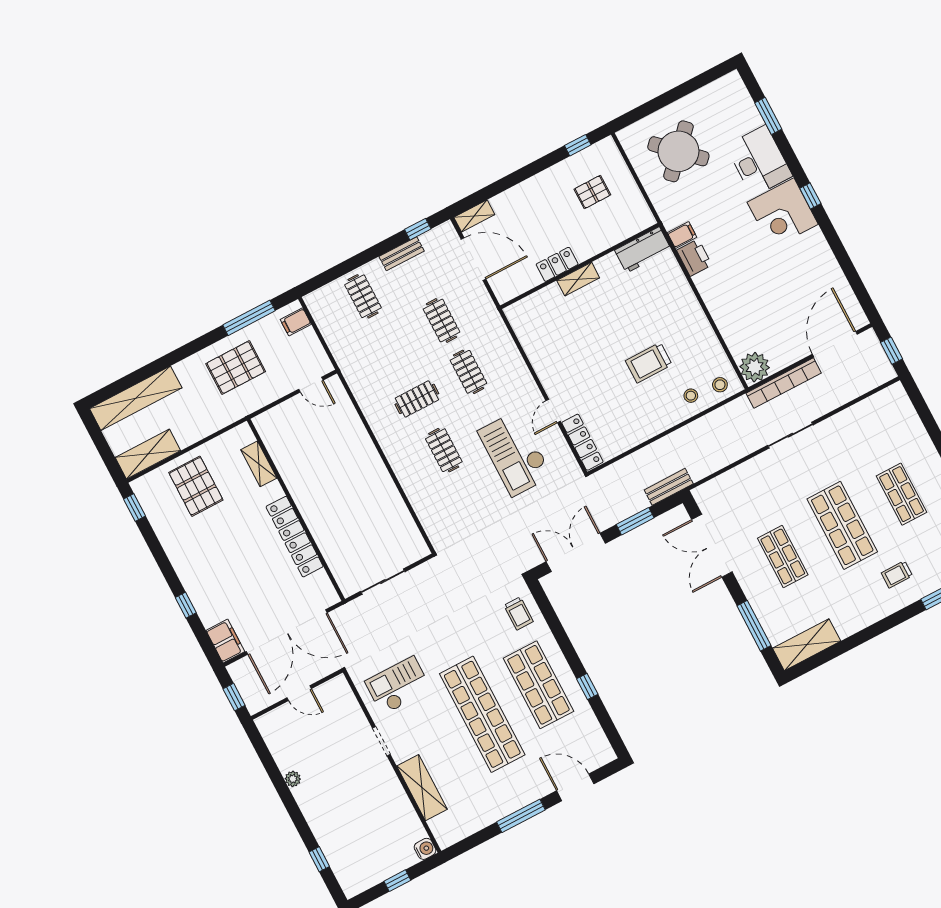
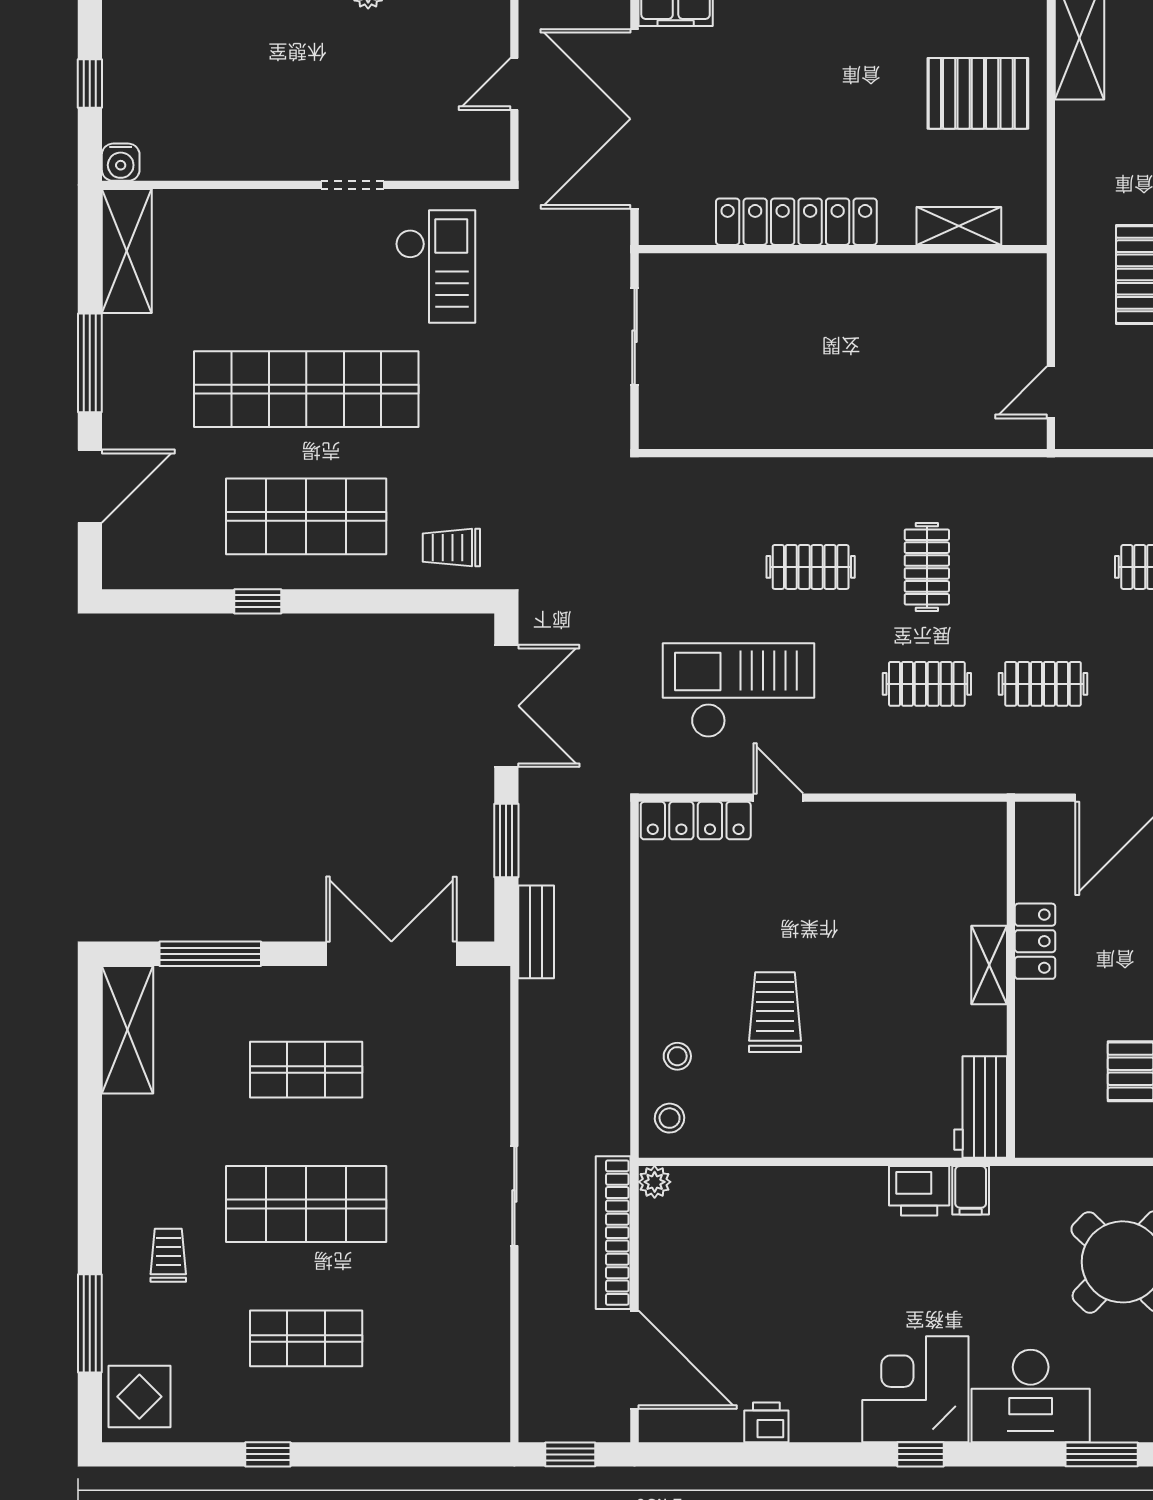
printer: (832, 271) -> (766, 1422), added
plant: (755, 367) -> (655, 1182), width x0.53, depth x0.53
shelving: (422, 788) -> (127, 251), moved, turned 90

